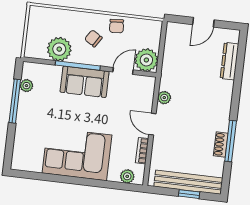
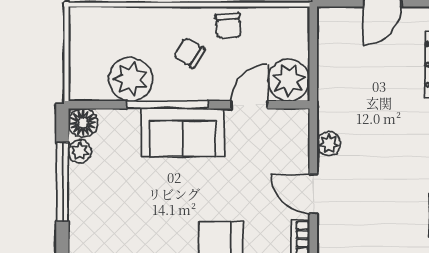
floor lamp: (30, 70) -> (83, 123), added

